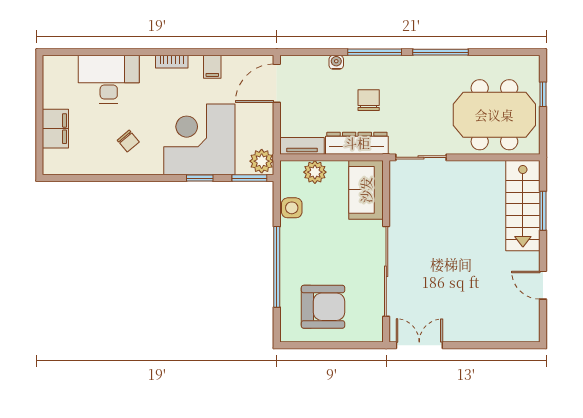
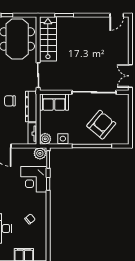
corner desk: (199, 139) -> (34, 179), width x0.74, depth x0.74
plant: (315, 172) -> (45, 139), moved
stairs: (523, 206) -> (48, 39), moved, turned -90
door: (543, 285) -> (117, 15), moved
armchair: (323, 307) -> (101, 125), moved, turned 40

